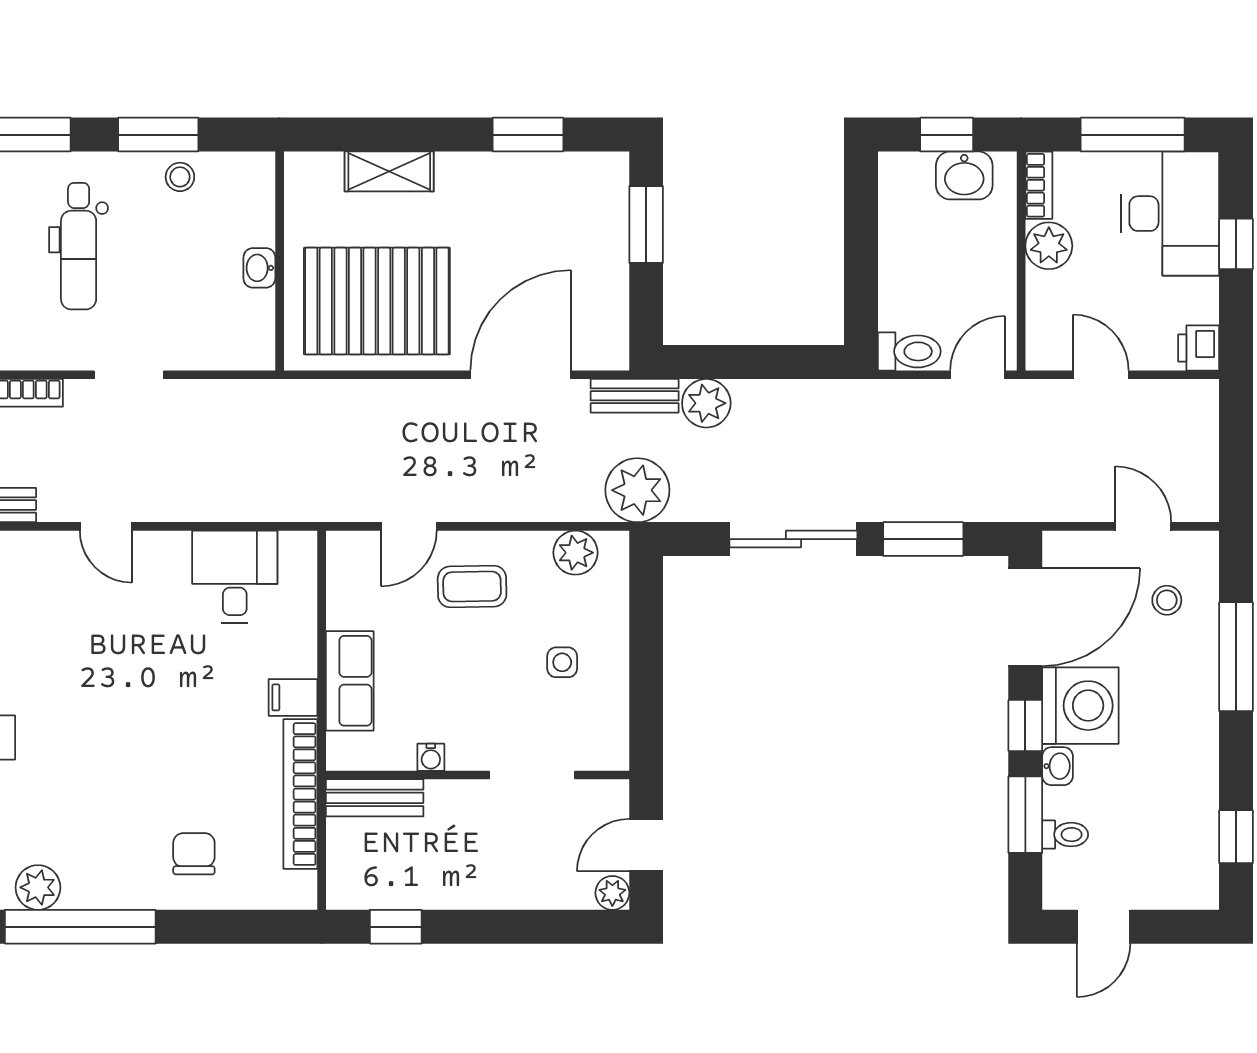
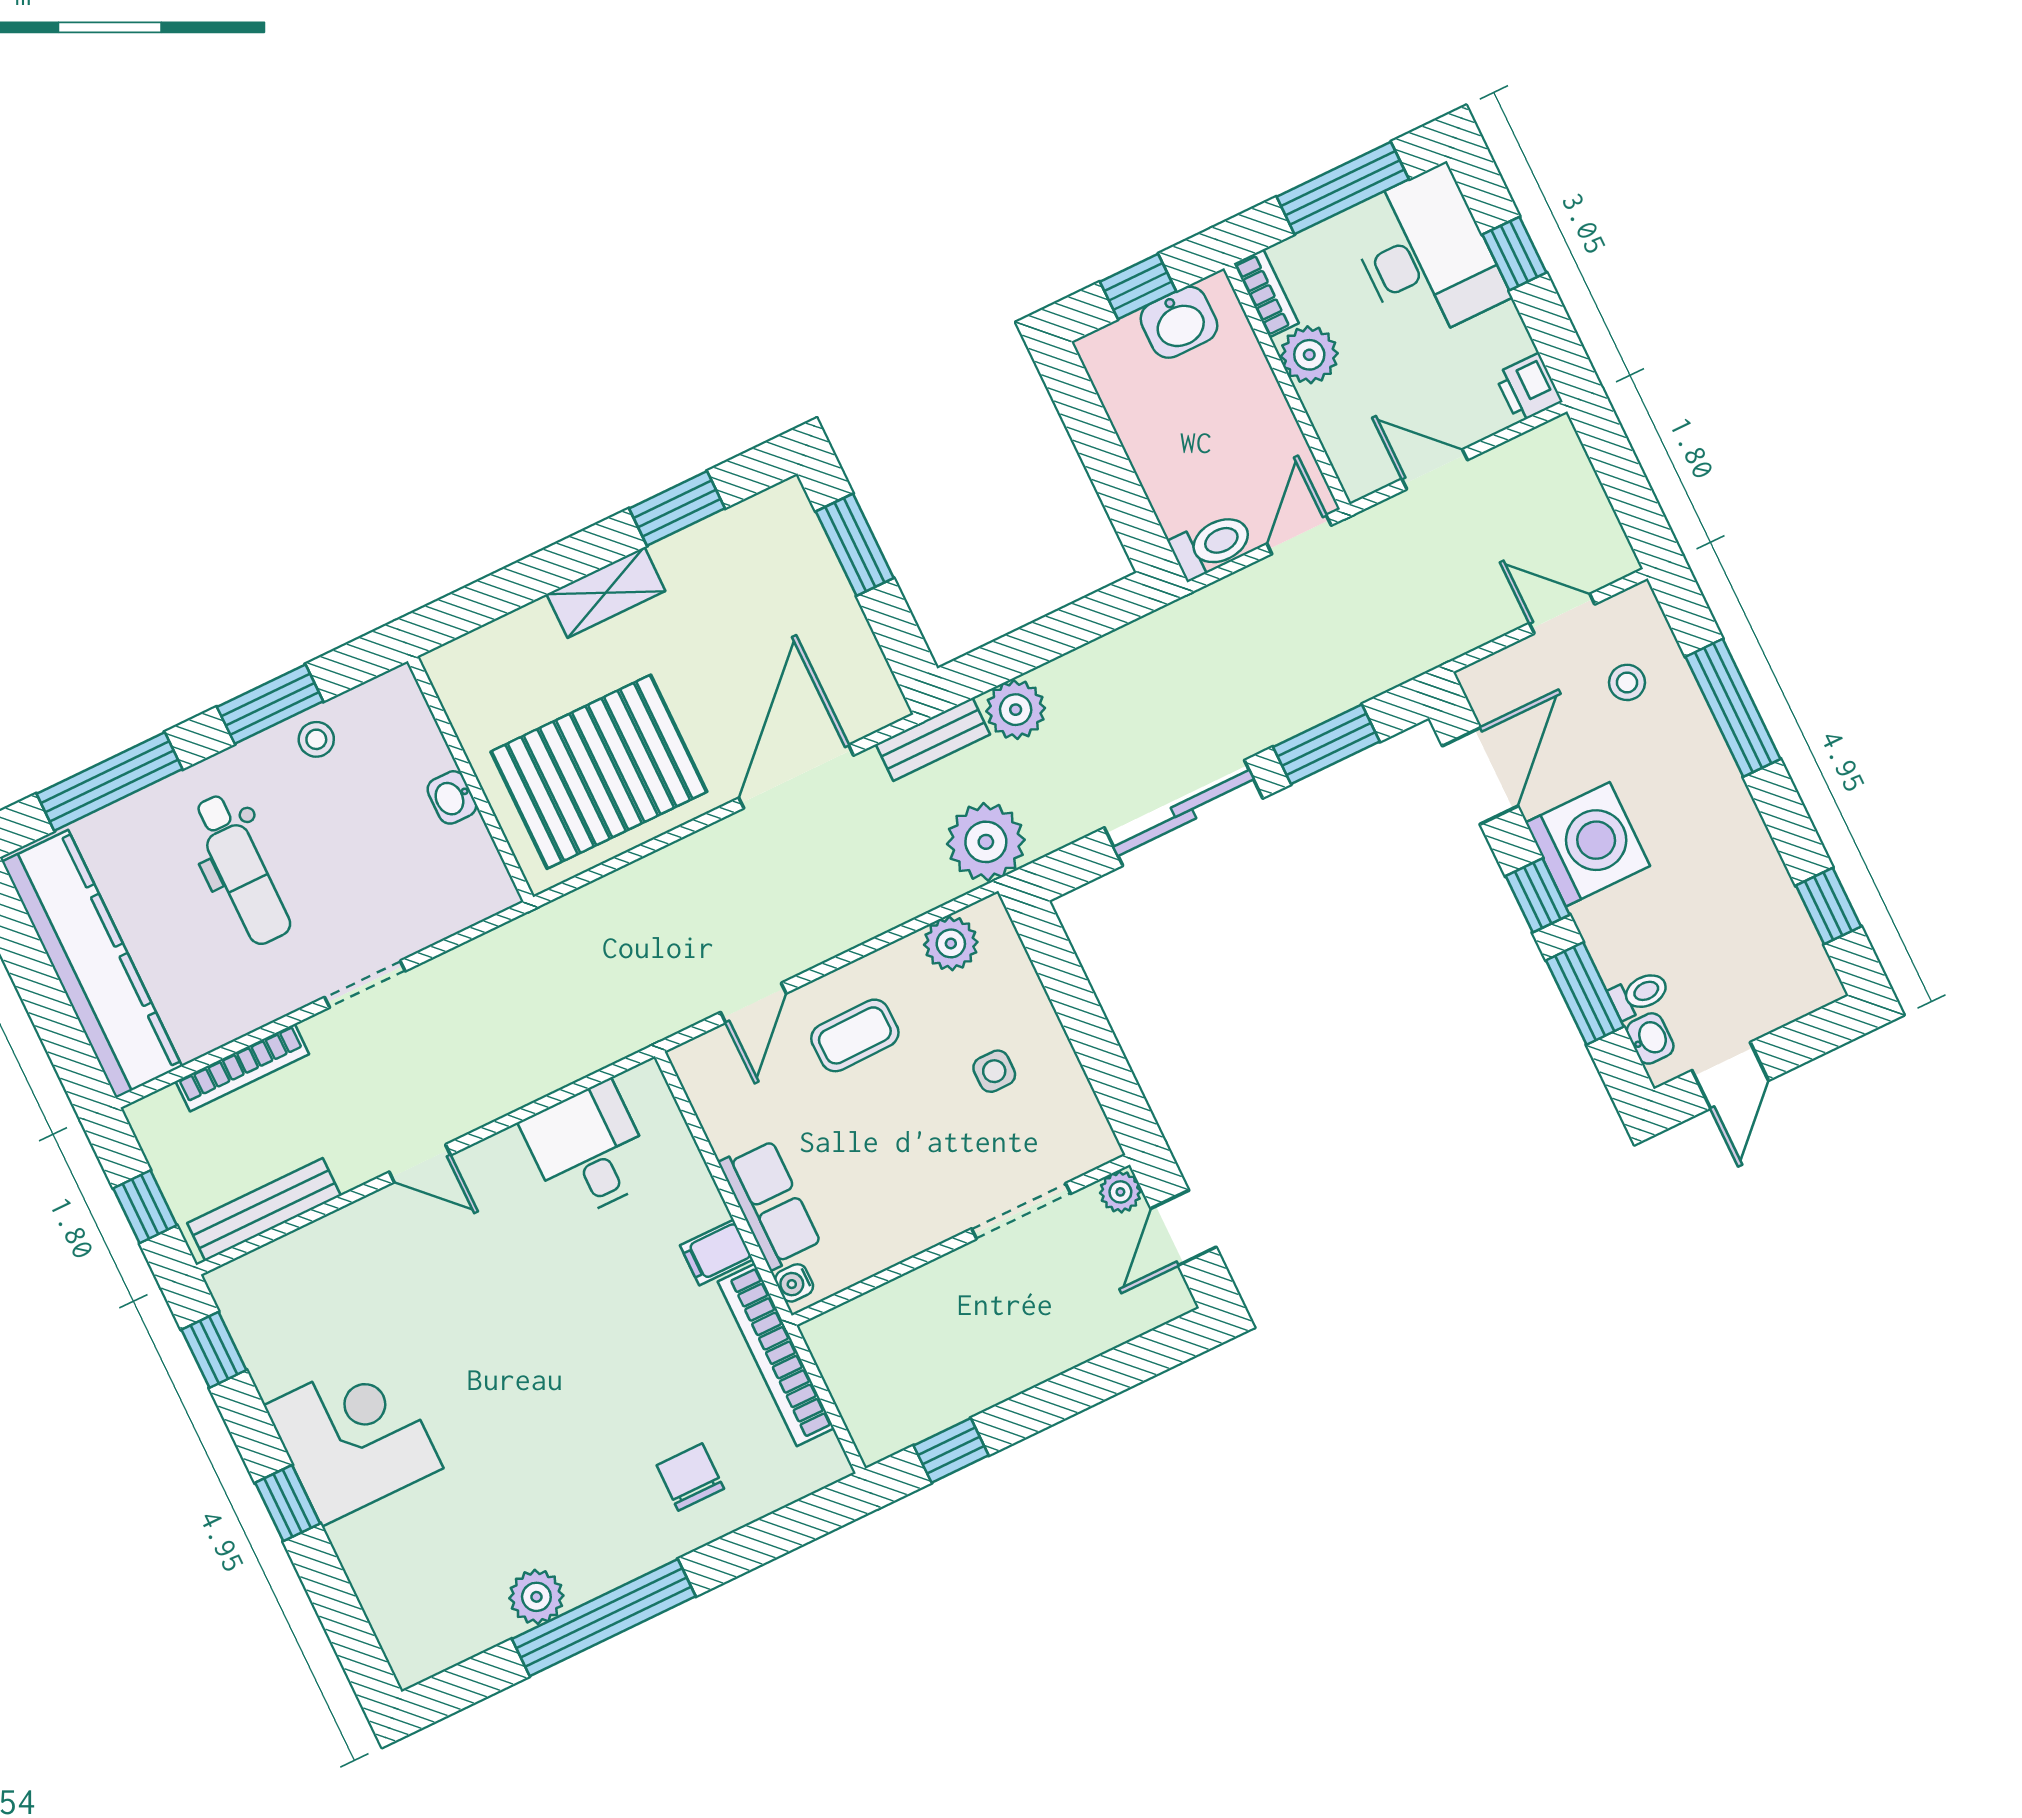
shelving: (389, 171) -> (606, 593), moved
door: (1025, 617) -> (1480, 776), width x0.73
water cooler: (431, 757) -> (794, 1283), moved, turned 90
washbasin: (1058, 766) -> (1650, 1038), moved
bench: (375, 798) -> (860, 1320), removed
plant: (612, 893) -> (1120, 1192), moved

